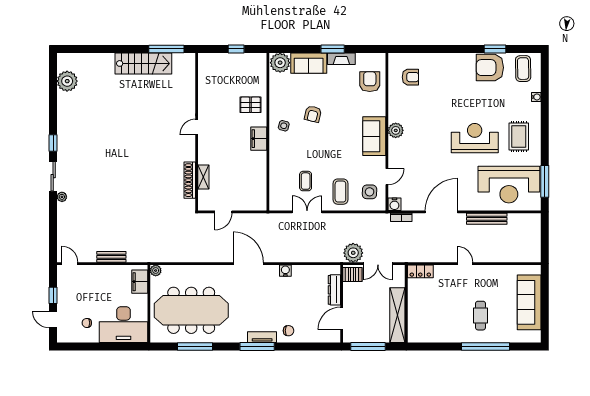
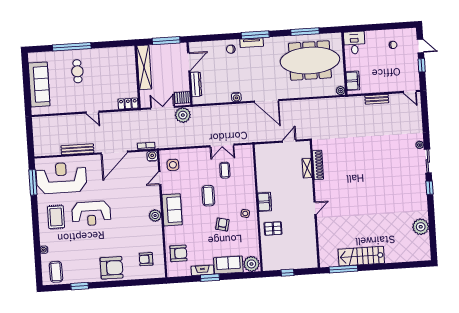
armchair: (490, 68) -> (112, 268), moved
plant: (67, 81) -> (421, 227), moved
armchair: (370, 82) -> (178, 253), turned -90
coffee table: (340, 192) -> (208, 196), moved
desk: (123, 325) -> (354, 43), width x0.53, depth x0.77

